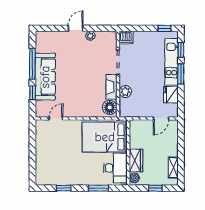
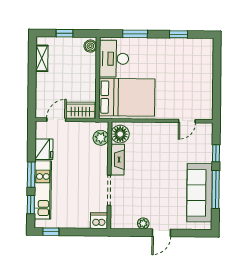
sofa: (45, 77) -> (200, 193), moved
plant: (125, 92) -> (101, 138), moved
wardrobe: (136, 161) -> (81, 110), moved, turned 90

